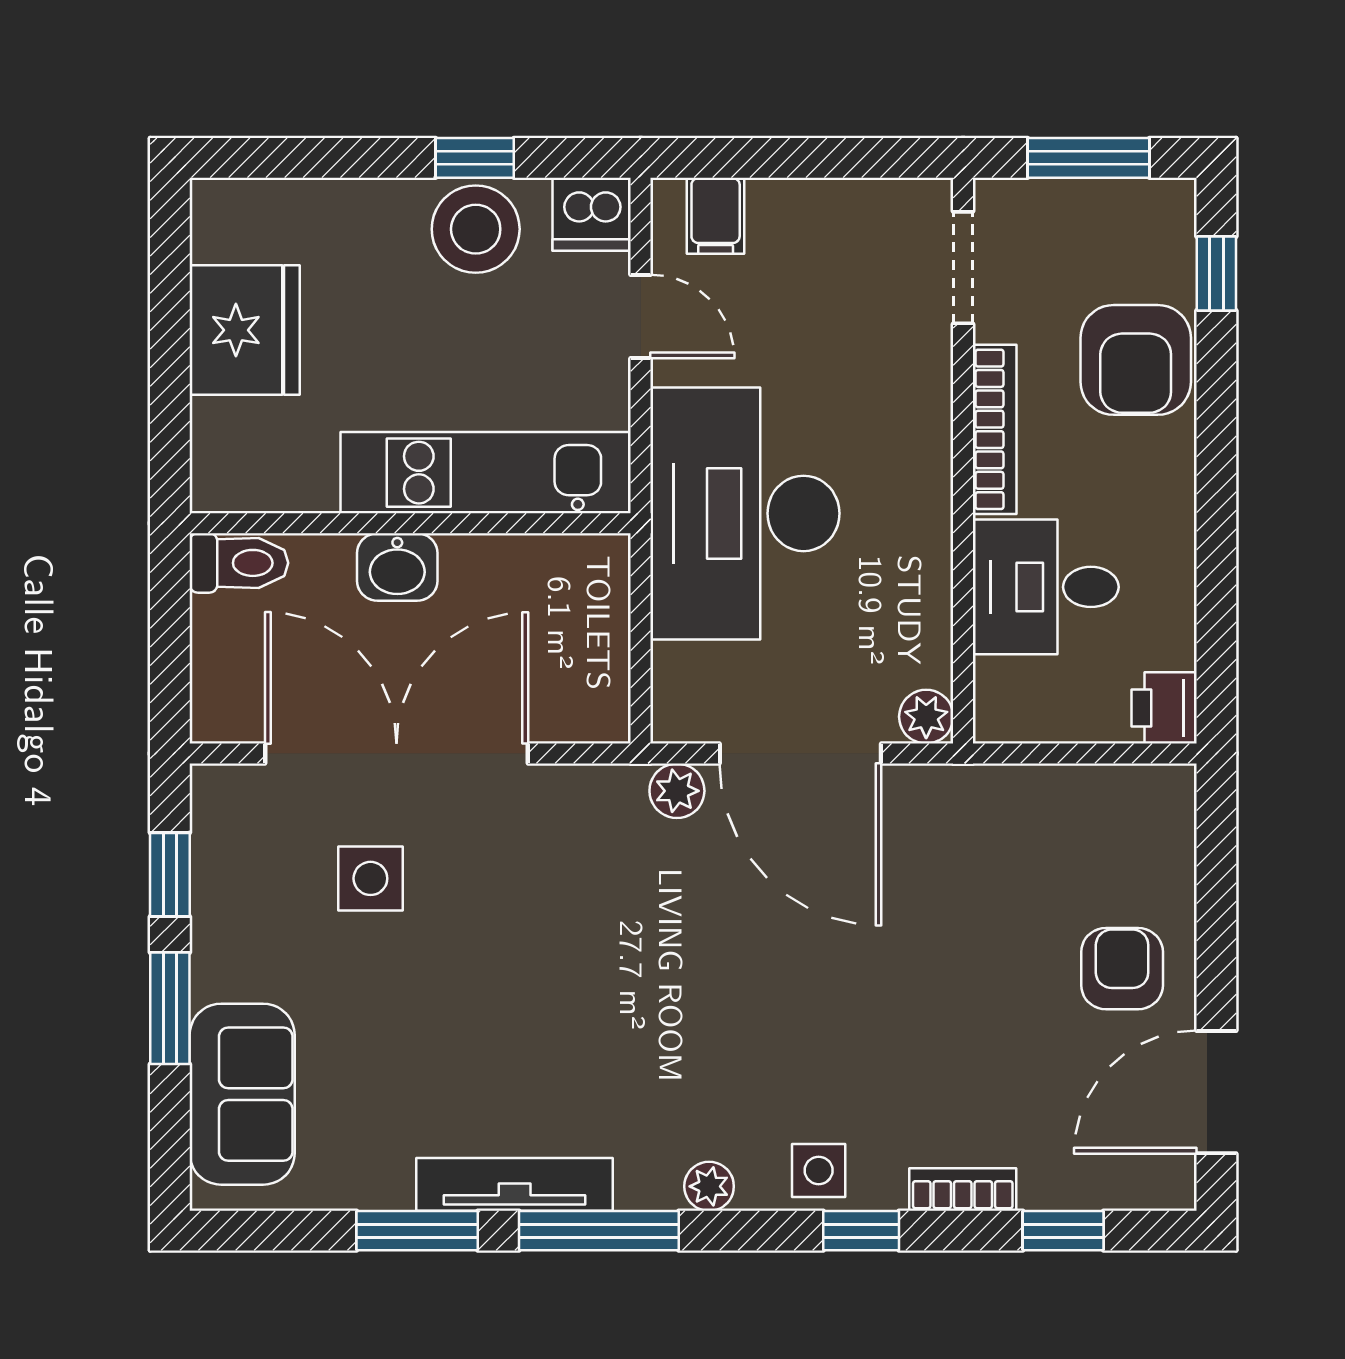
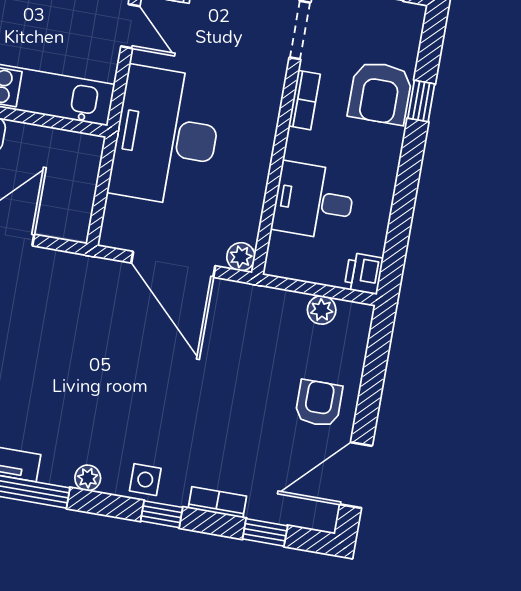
window: (1216, 273) -> (421, 101), moved
bookcase: (995, 429) -> (304, 100), width x0.64
plant: (677, 791) -> (322, 310), moved

